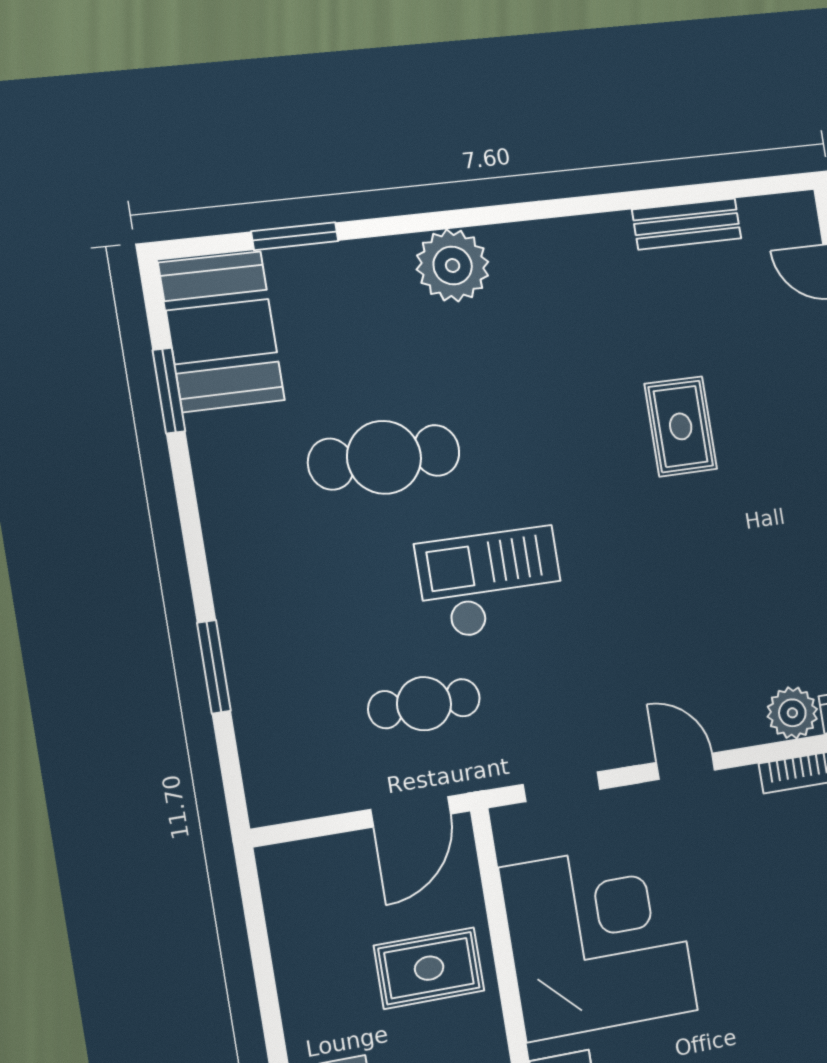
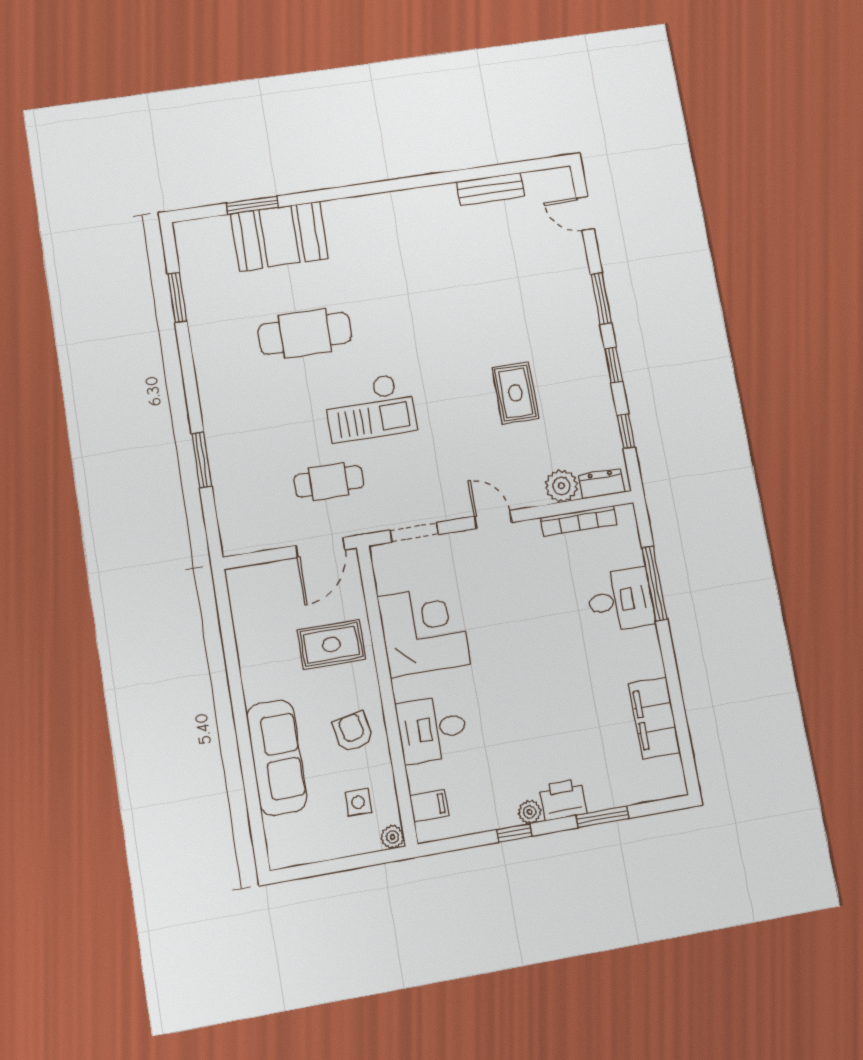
plant: (453, 266) -> (347, 219), removed
booth: (222, 332) -> (279, 236), moved, turned 90
rug: (681, 426) -> (515, 393), moved
checkout: (491, 583) -> (370, 408), turned 180
corner desk: (599, 939) -> (424, 630), width x0.74, depth x0.74

